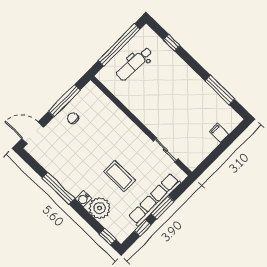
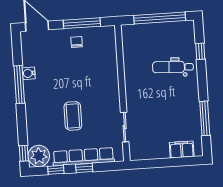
dental chair: (134, 64) -> (173, 67), moved
filing cabinet: (219, 133) -> (182, 149), width x2.00
water cooler: (83, 199) -> (29, 73), moved
plant: (99, 208) -> (39, 156), moved
window: (163, 208) -> (84, 168), width x0.67

